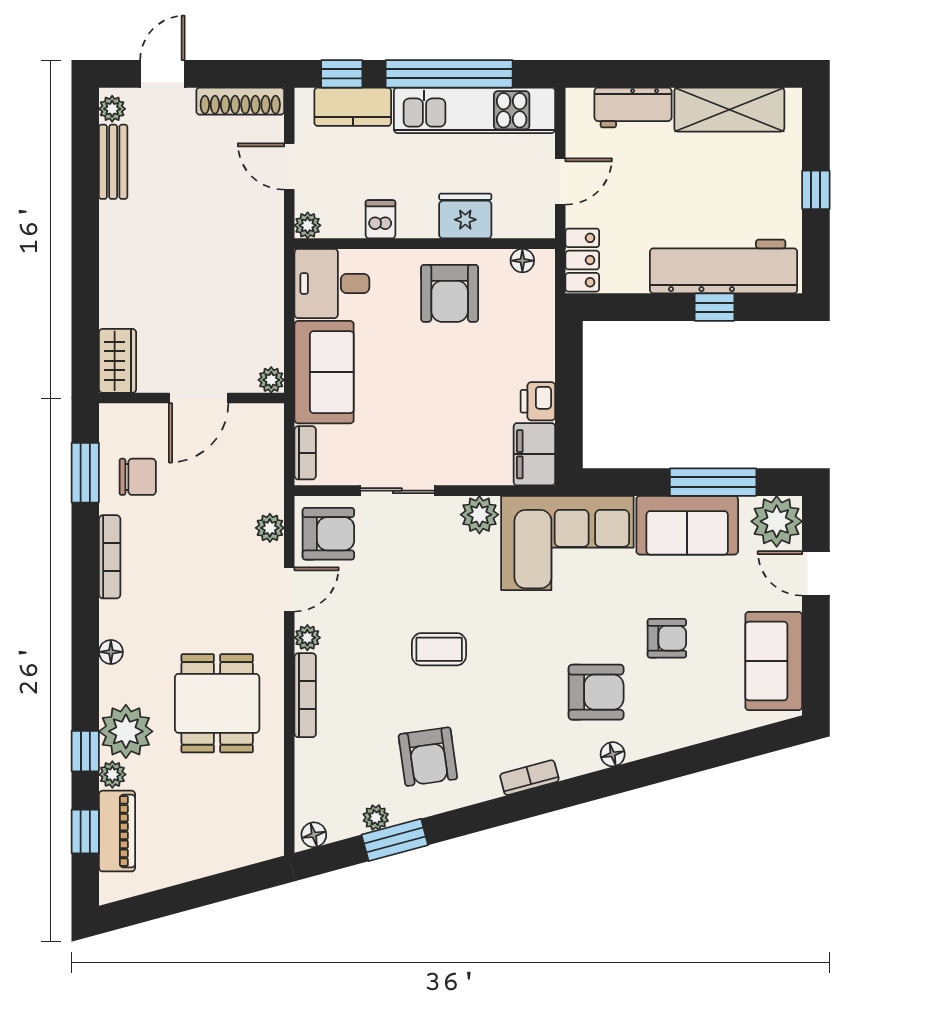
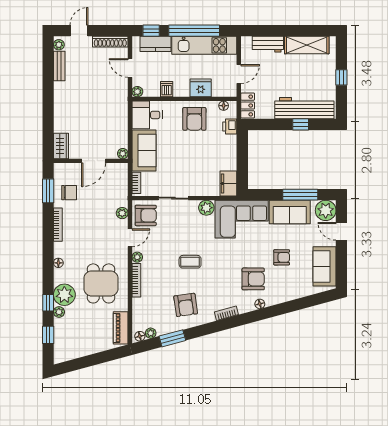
printer: (538, 401) -> (230, 127), moved
plant: (376, 817) -> (151, 333), moved
piano: (117, 831) -> (121, 328), moved, turned 180

